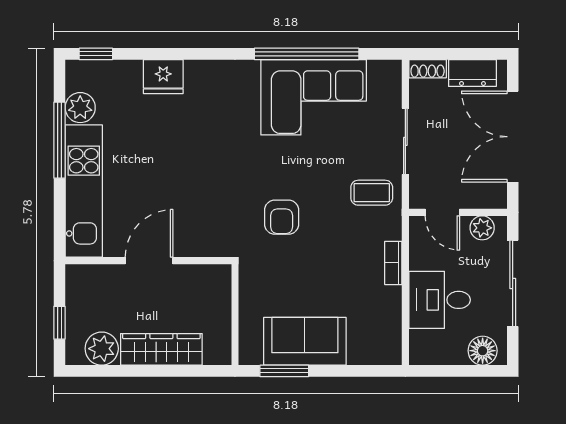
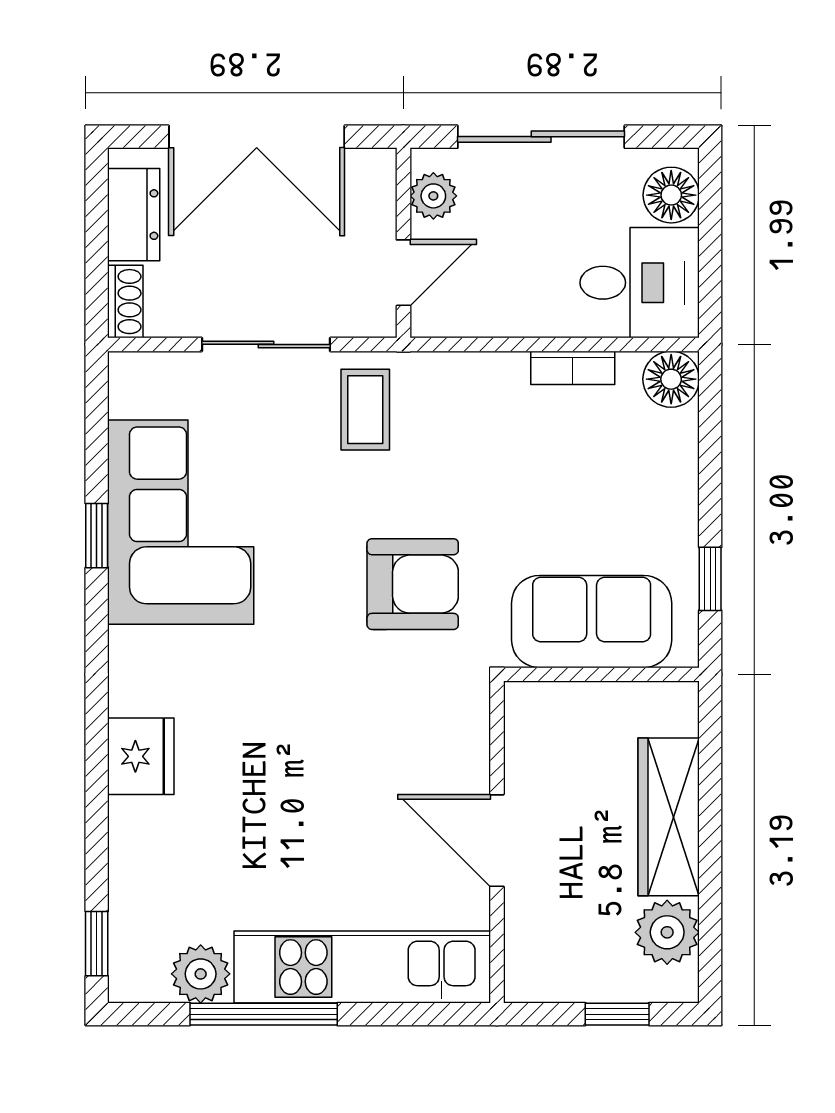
window: (307, 54) -> (97, 536), width x0.32
fridge: (163, 77) -> (141, 756), moved
armchair: (282, 217) -> (413, 584), width x1.38, depth x1.38
bookcase: (393, 263) -> (573, 368), moved
desk: (440, 300) -> (640, 283), moved, turned -90
sofa: (305, 341) -> (592, 622), moved, turned 90
floor lamp: (387, 351) -> (671, 379), added
window: (284, 371) -> (710, 579), width x0.67

